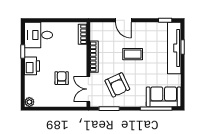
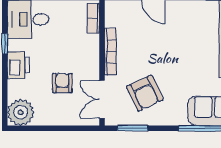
coffee table: (133, 54) -> (167, 48), removed
plant: (29, 102) -> (21, 112), width x1.88, depth x1.88

